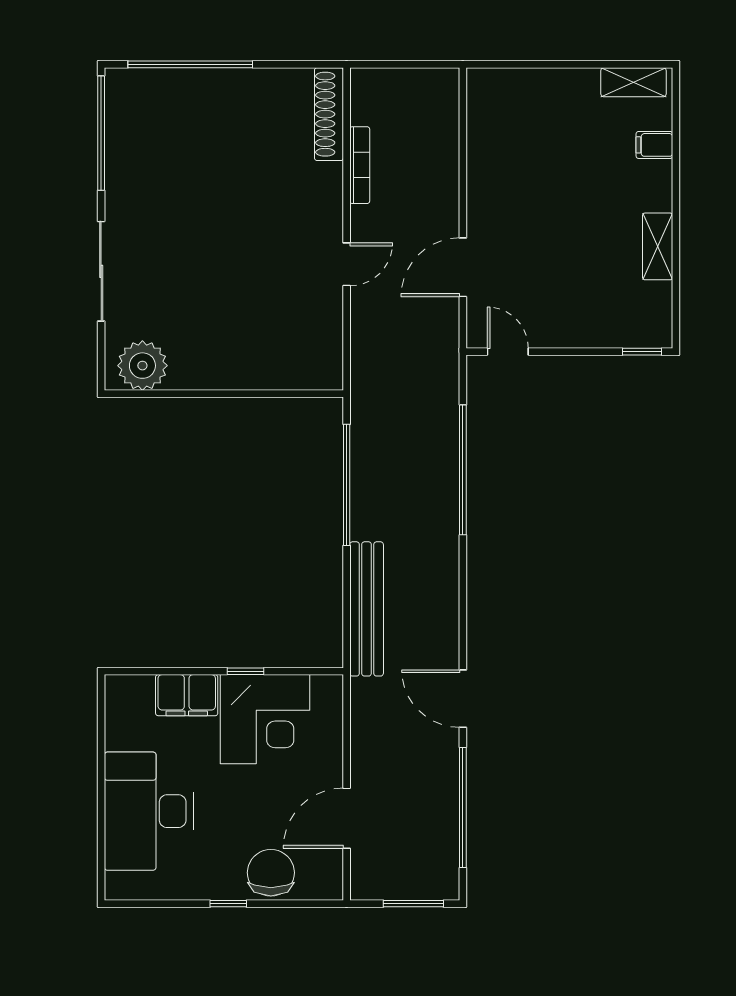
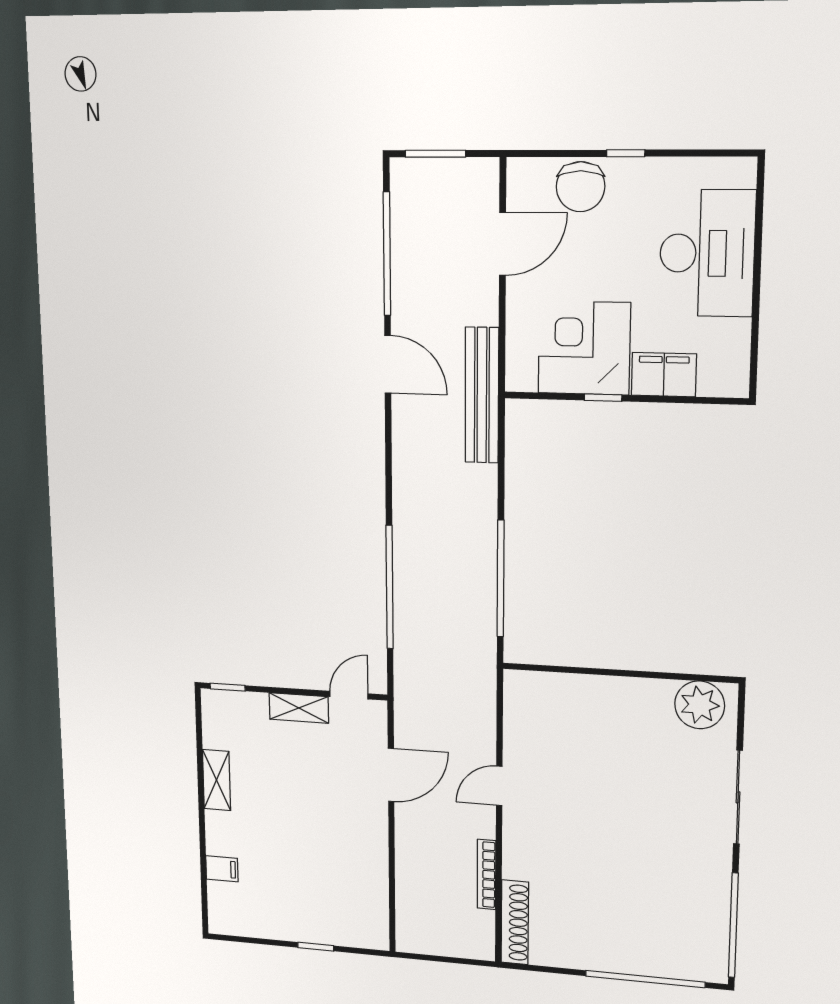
window: (549, 64) -> (316, 947), added
shelving: (634, 82) -> (299, 708), moved
door: (508, 352) -> (349, 695), swing flipped
bench: (367, 609) -> (482, 395), moved

